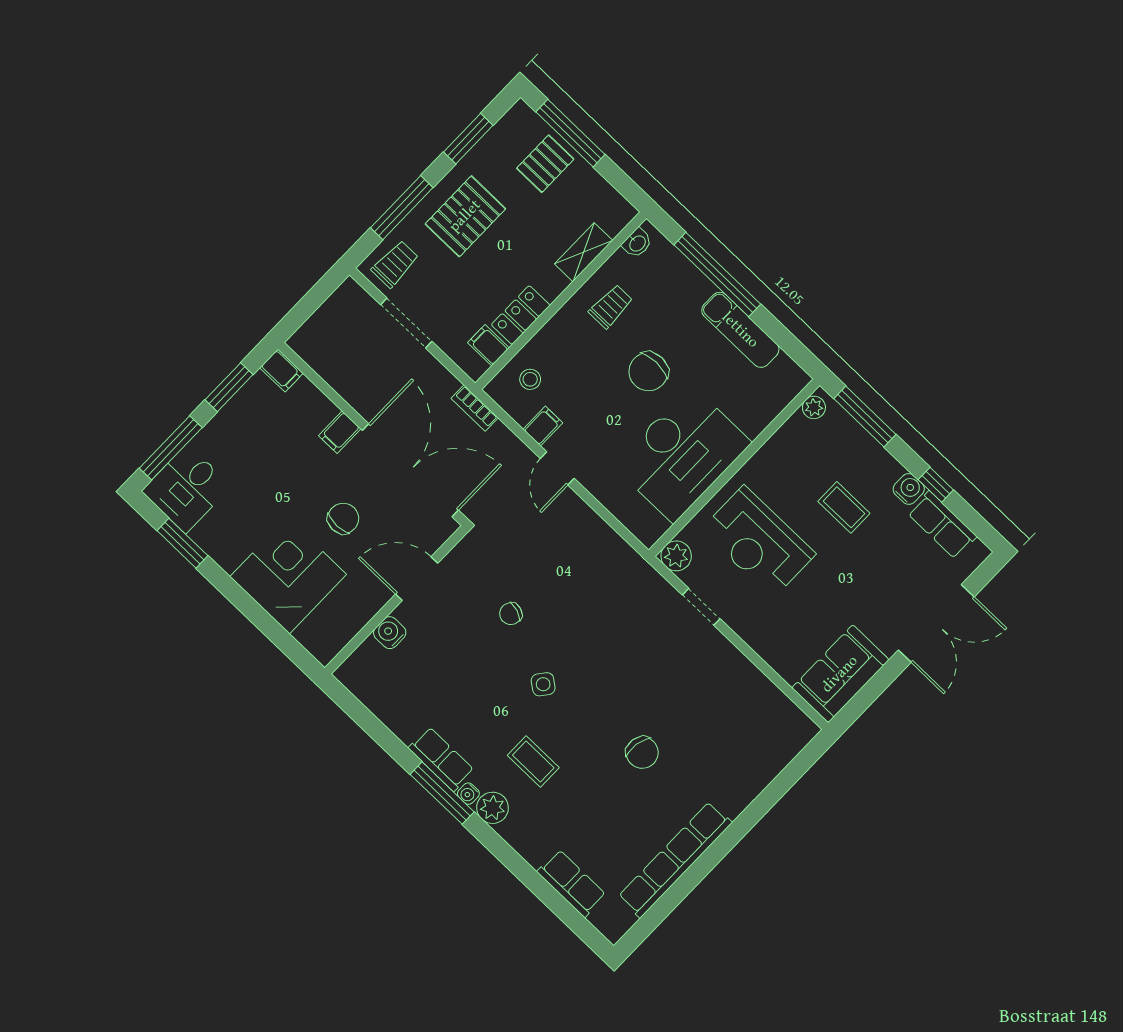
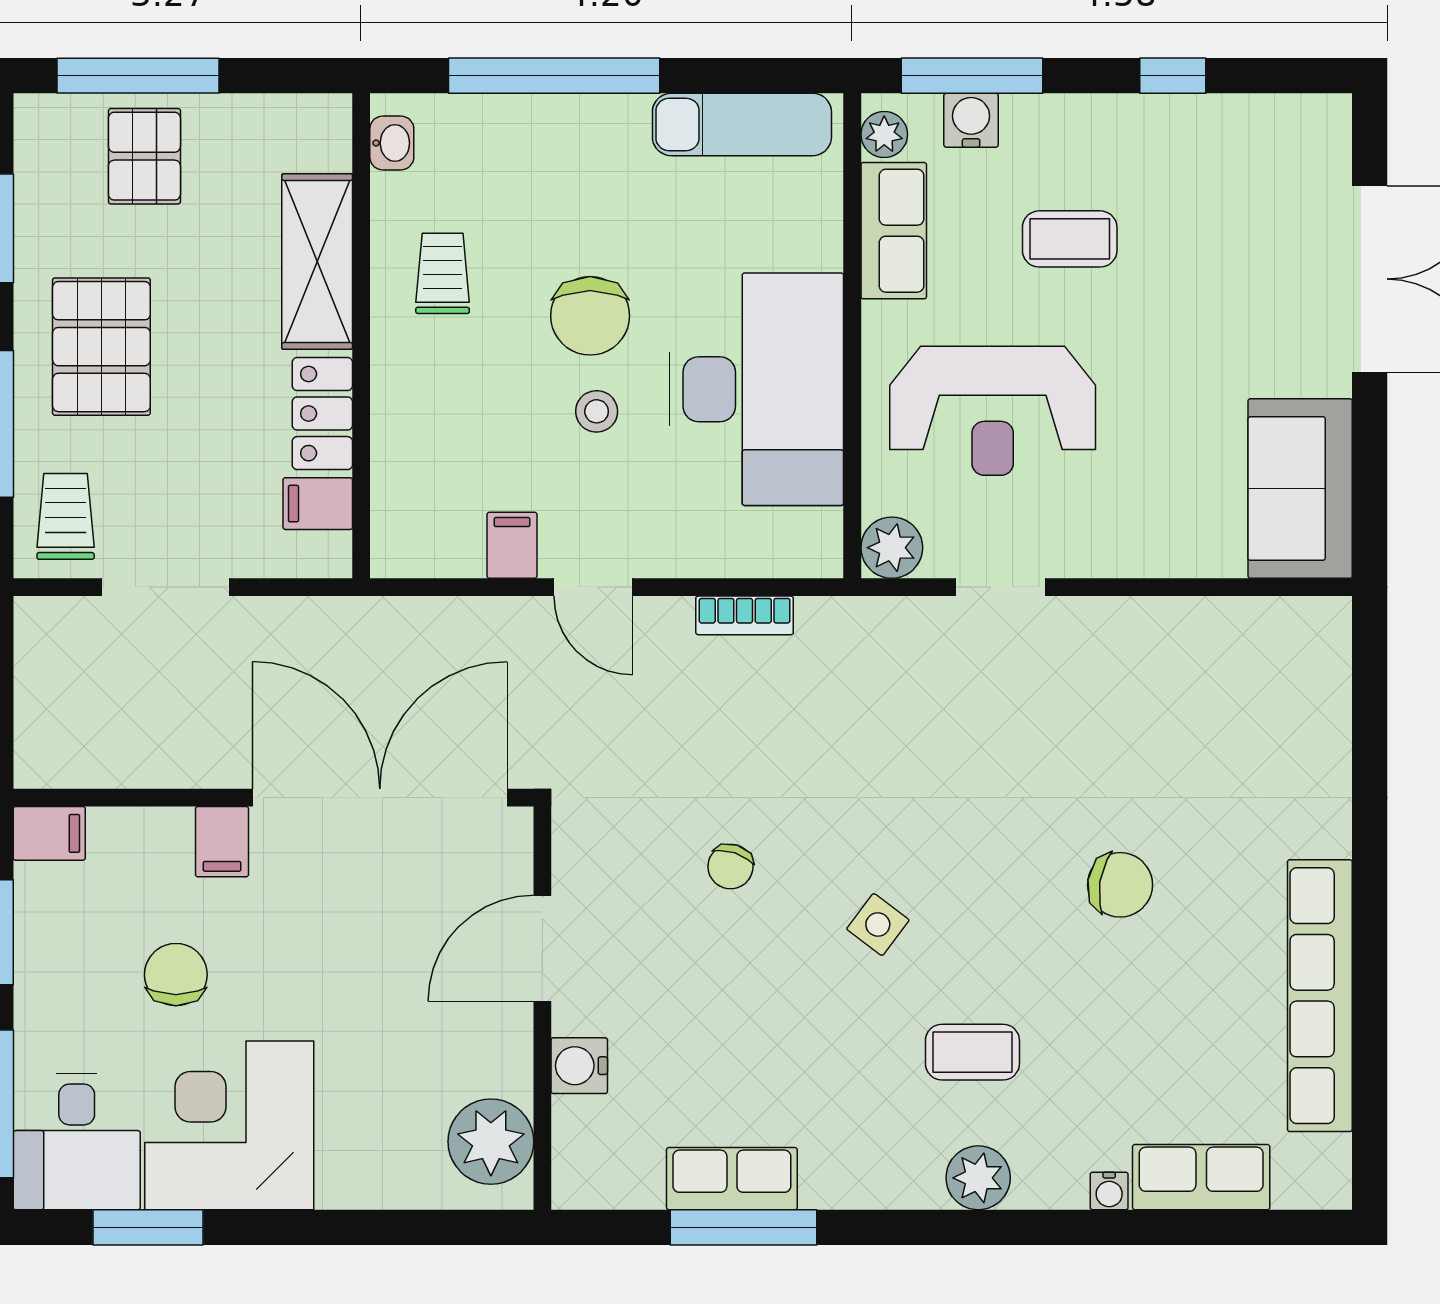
shelving: (584, 252) -> (317, 262), width x1.50, depth x1.33
exam couch: (740, 330) -> (742, 124), moved
stool: (530, 379) -> (597, 411), moved
bookcase: (475, 408) -> (745, 615), moved
water cooler: (909, 489) -> (971, 120), moved
chair: (343, 519) -> (176, 975), moved
row of seats: (942, 525) -> (894, 231), moved, turned -90
corner desk: (288, 576) -> (229, 1125), moved
plant: (333, 629) -> (491, 1142), added
row of seats: (441, 759) -> (732, 1179), moved
window: (442, 793) -> (744, 1227), moved
water cooler: (468, 794) -> (1109, 1191), moved

